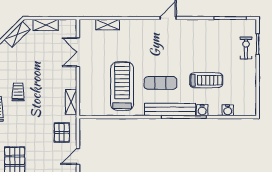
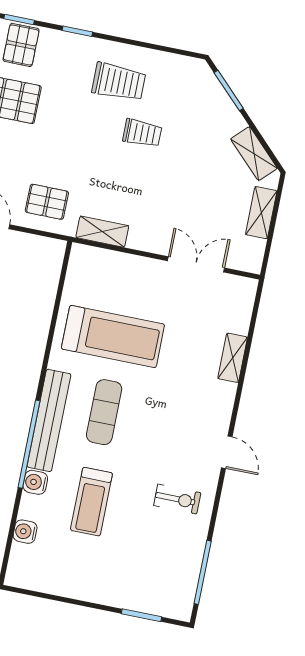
shelving: (108, 25) -> (233, 358), moved
exercise bike: (246, 48) -> (177, 499), moved

